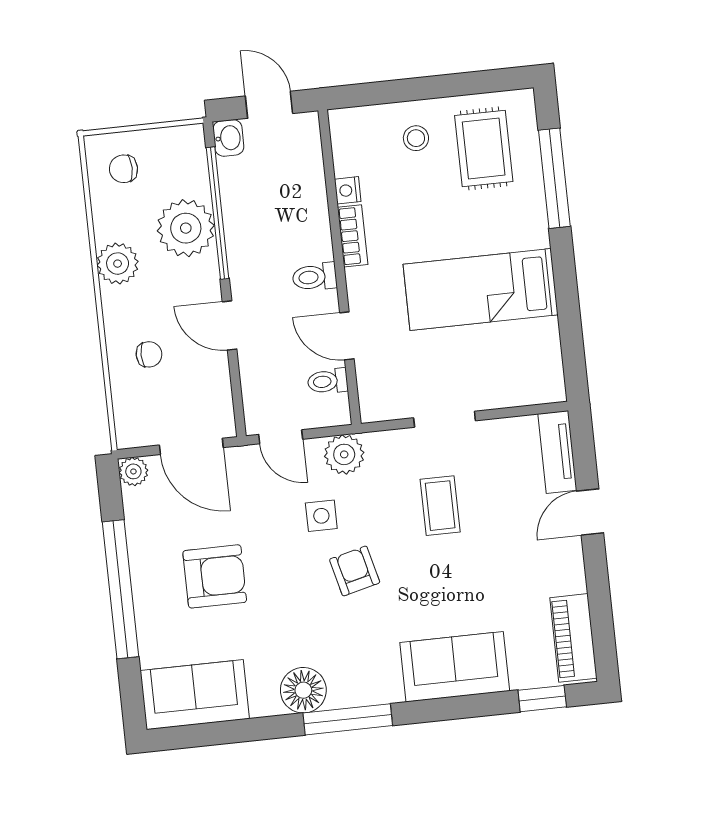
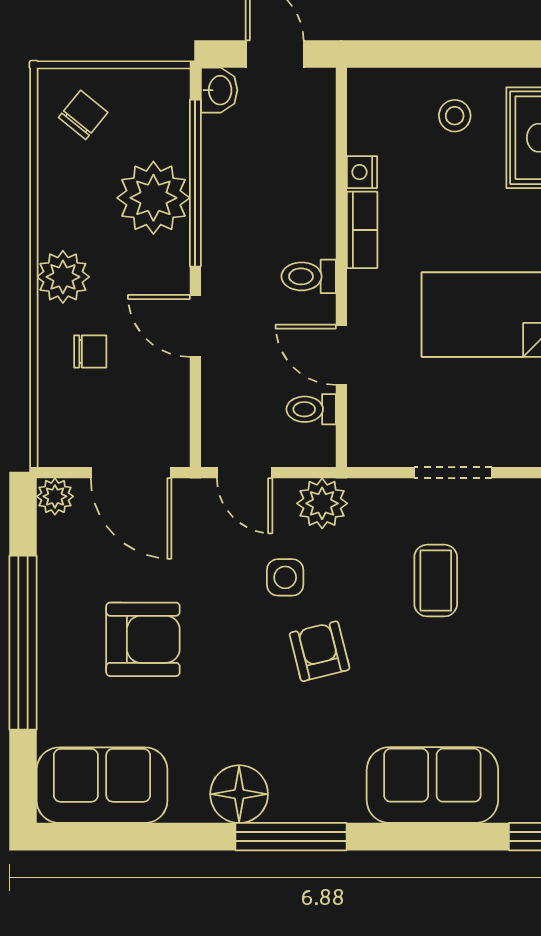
chair: (123, 169) -> (83, 115), turned 129
plant: (118, 264) -> (63, 277), moved

